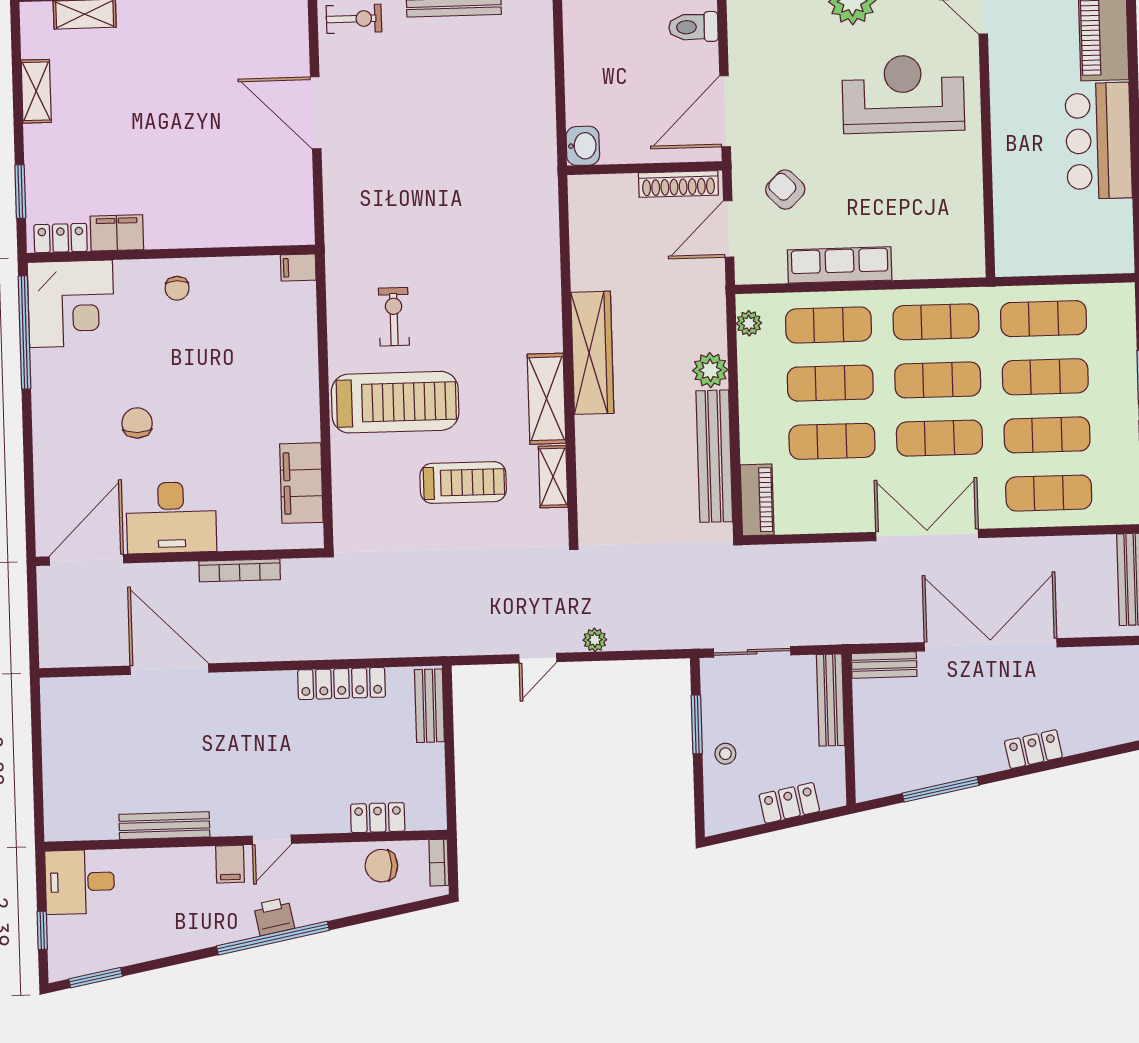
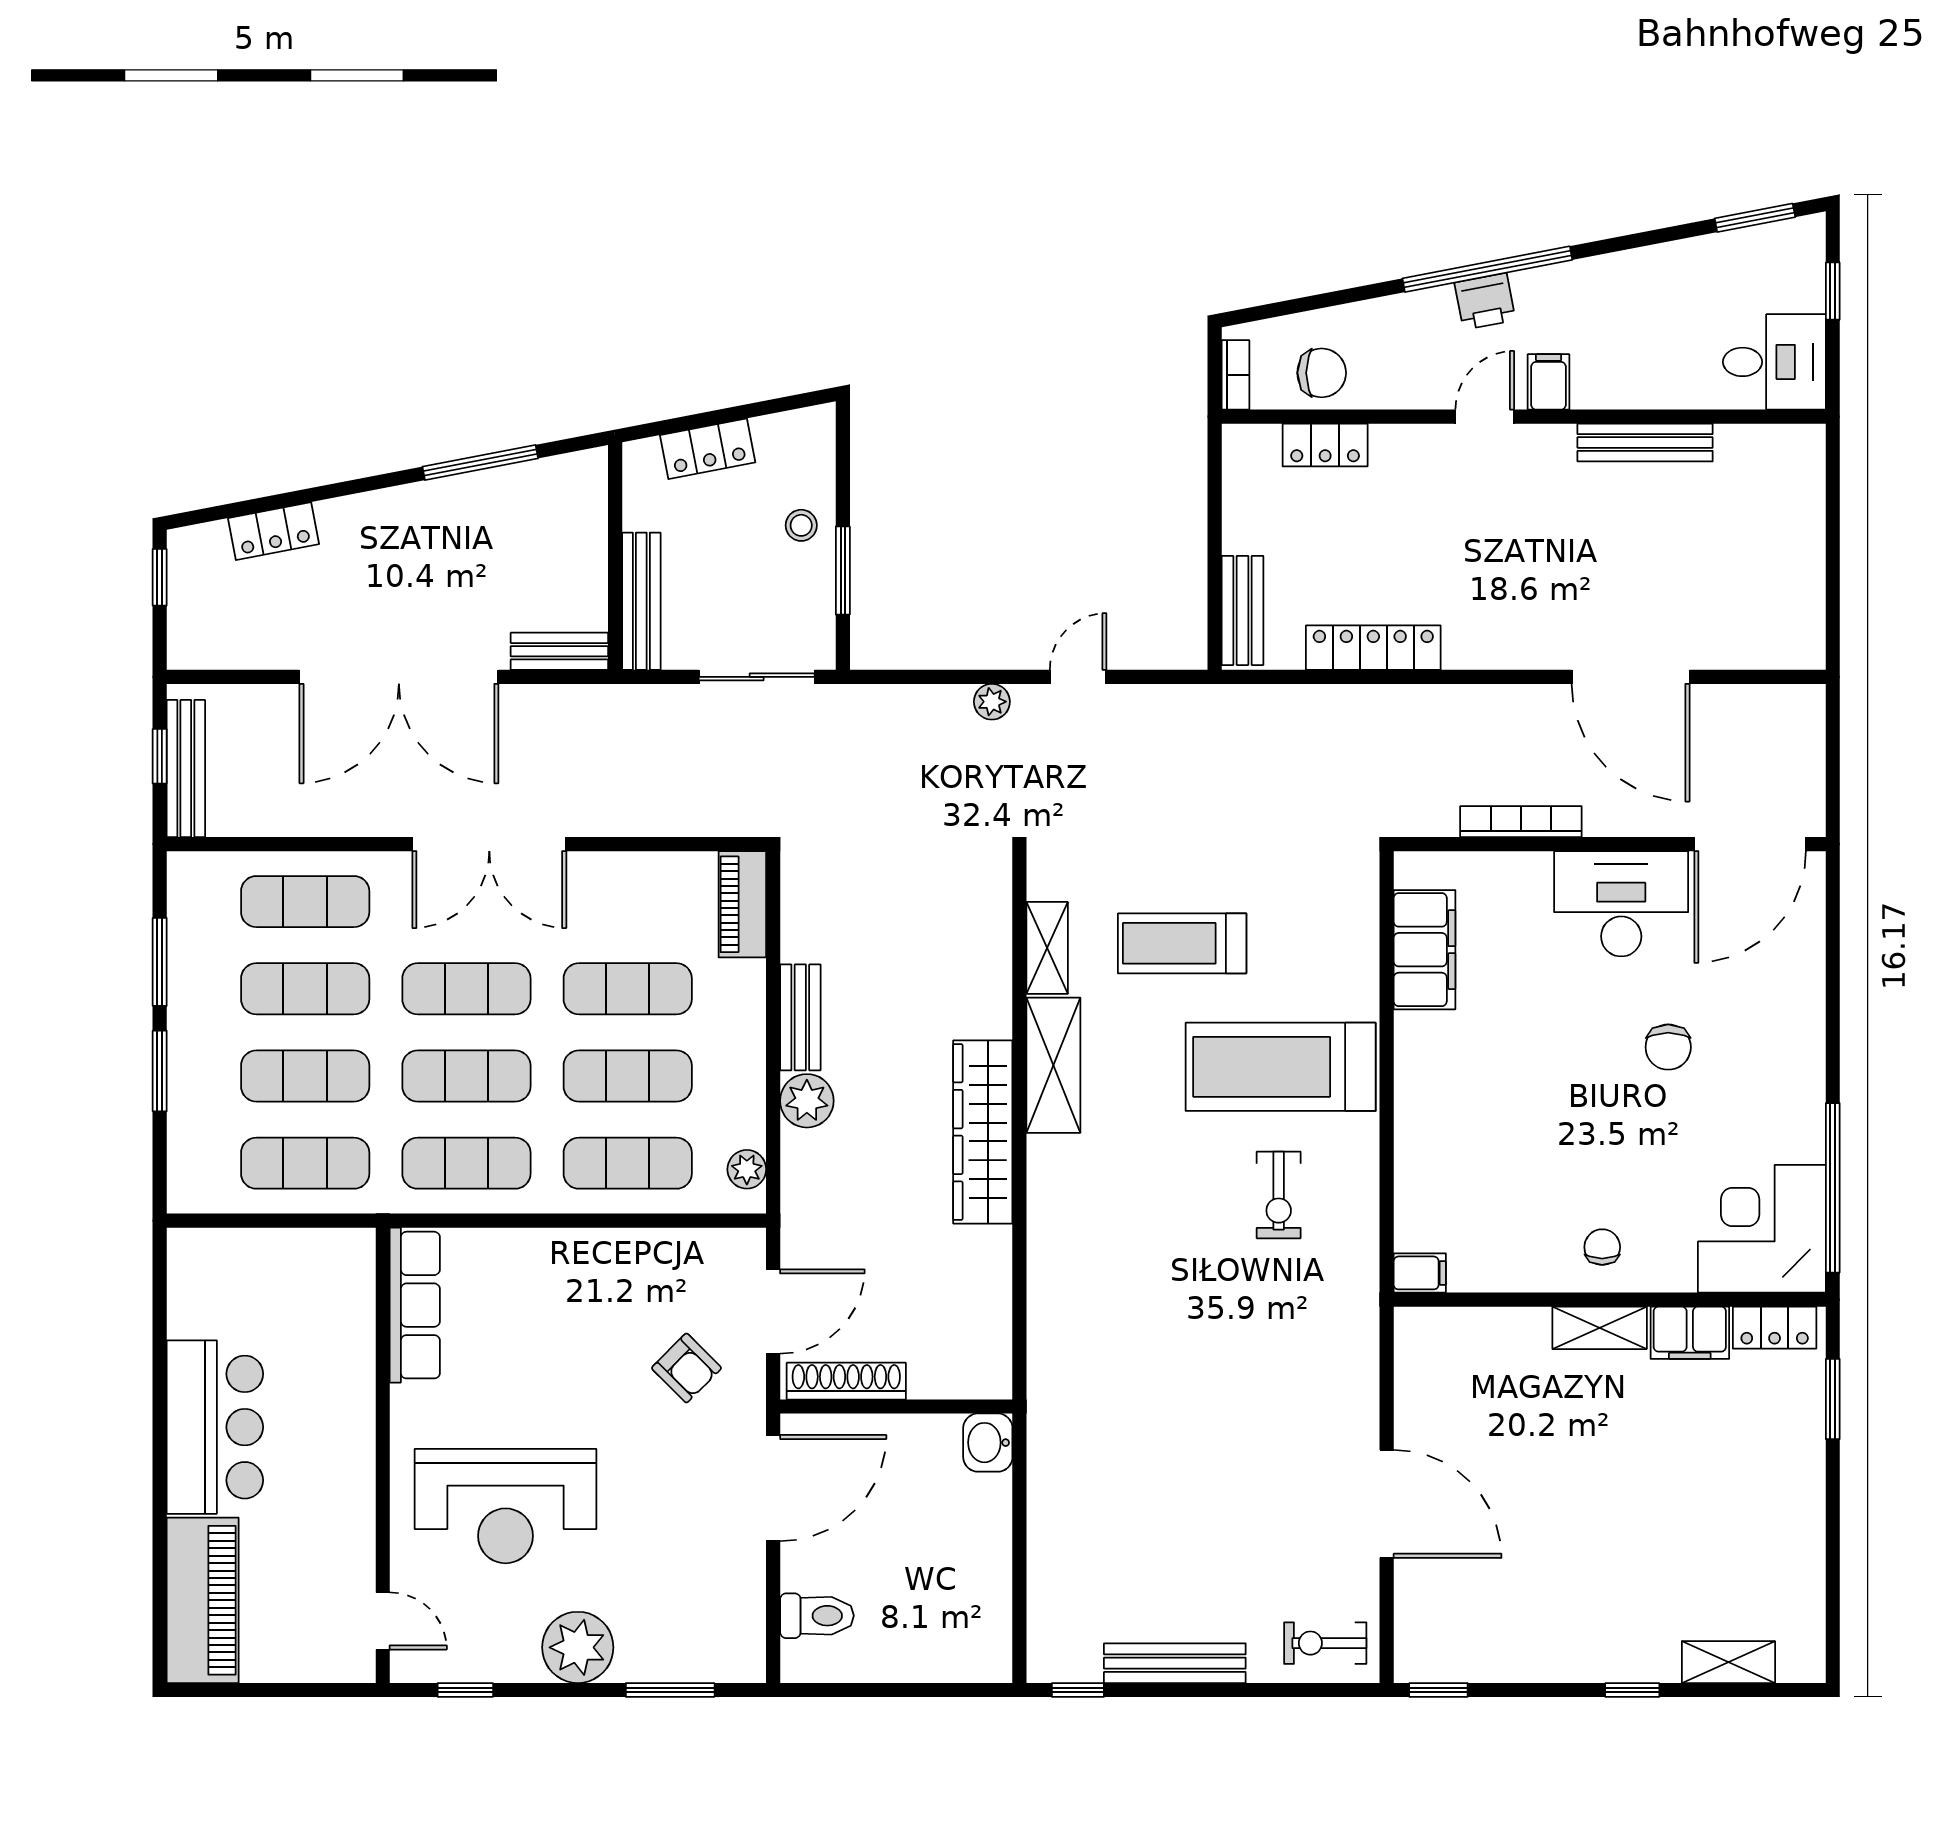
shelving: (36, 91) -> (1600, 1328), moved, turned 90
row of seats: (840, 265) -> (415, 1305), moved, turned -90
bench: (714, 456) -> (800, 1017), width x0.54, depth x0.82
locker: (1033, 749) -> (274, 531), moved

